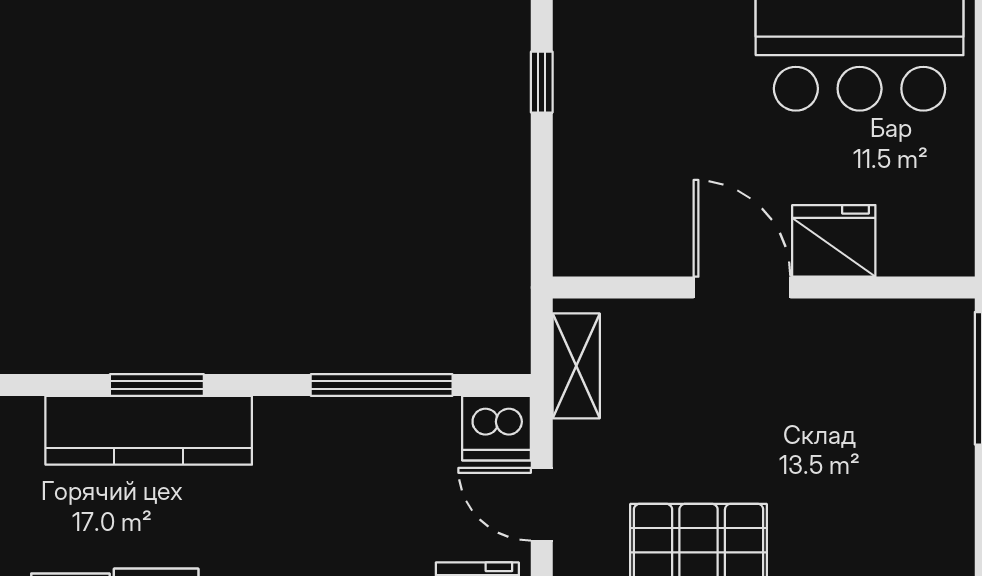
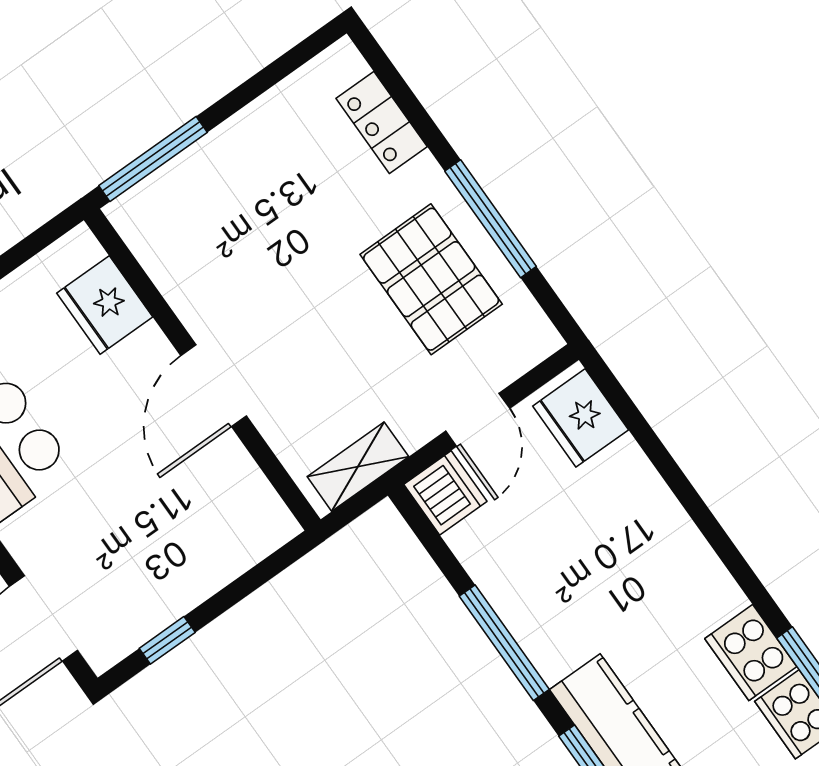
fridge: (834, 241) -> (105, 305), moved
window: (382, 385) -> (504, 643), moved

